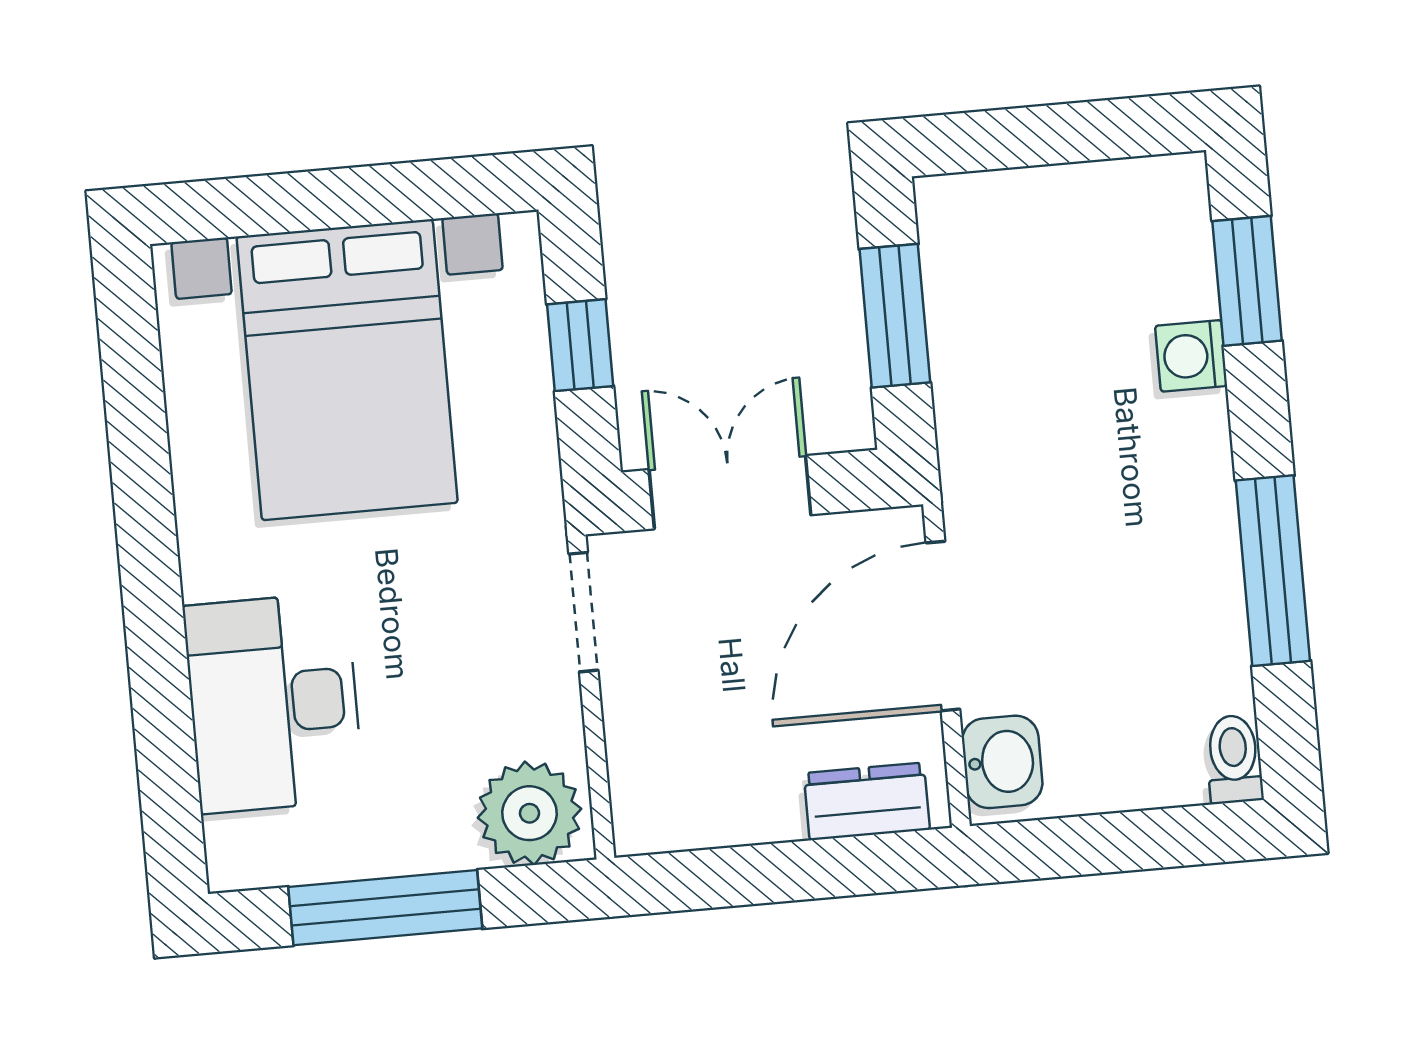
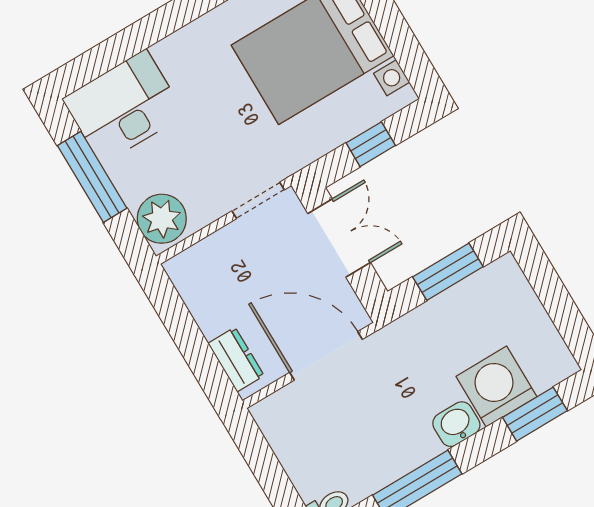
washing machine: (1191, 356) -> (496, 387), width x1.89, depth x1.89
desk: (274, 703) -> (124, 107), moved
washbasin: (1002, 762) -> (456, 424), moved, turned 180

